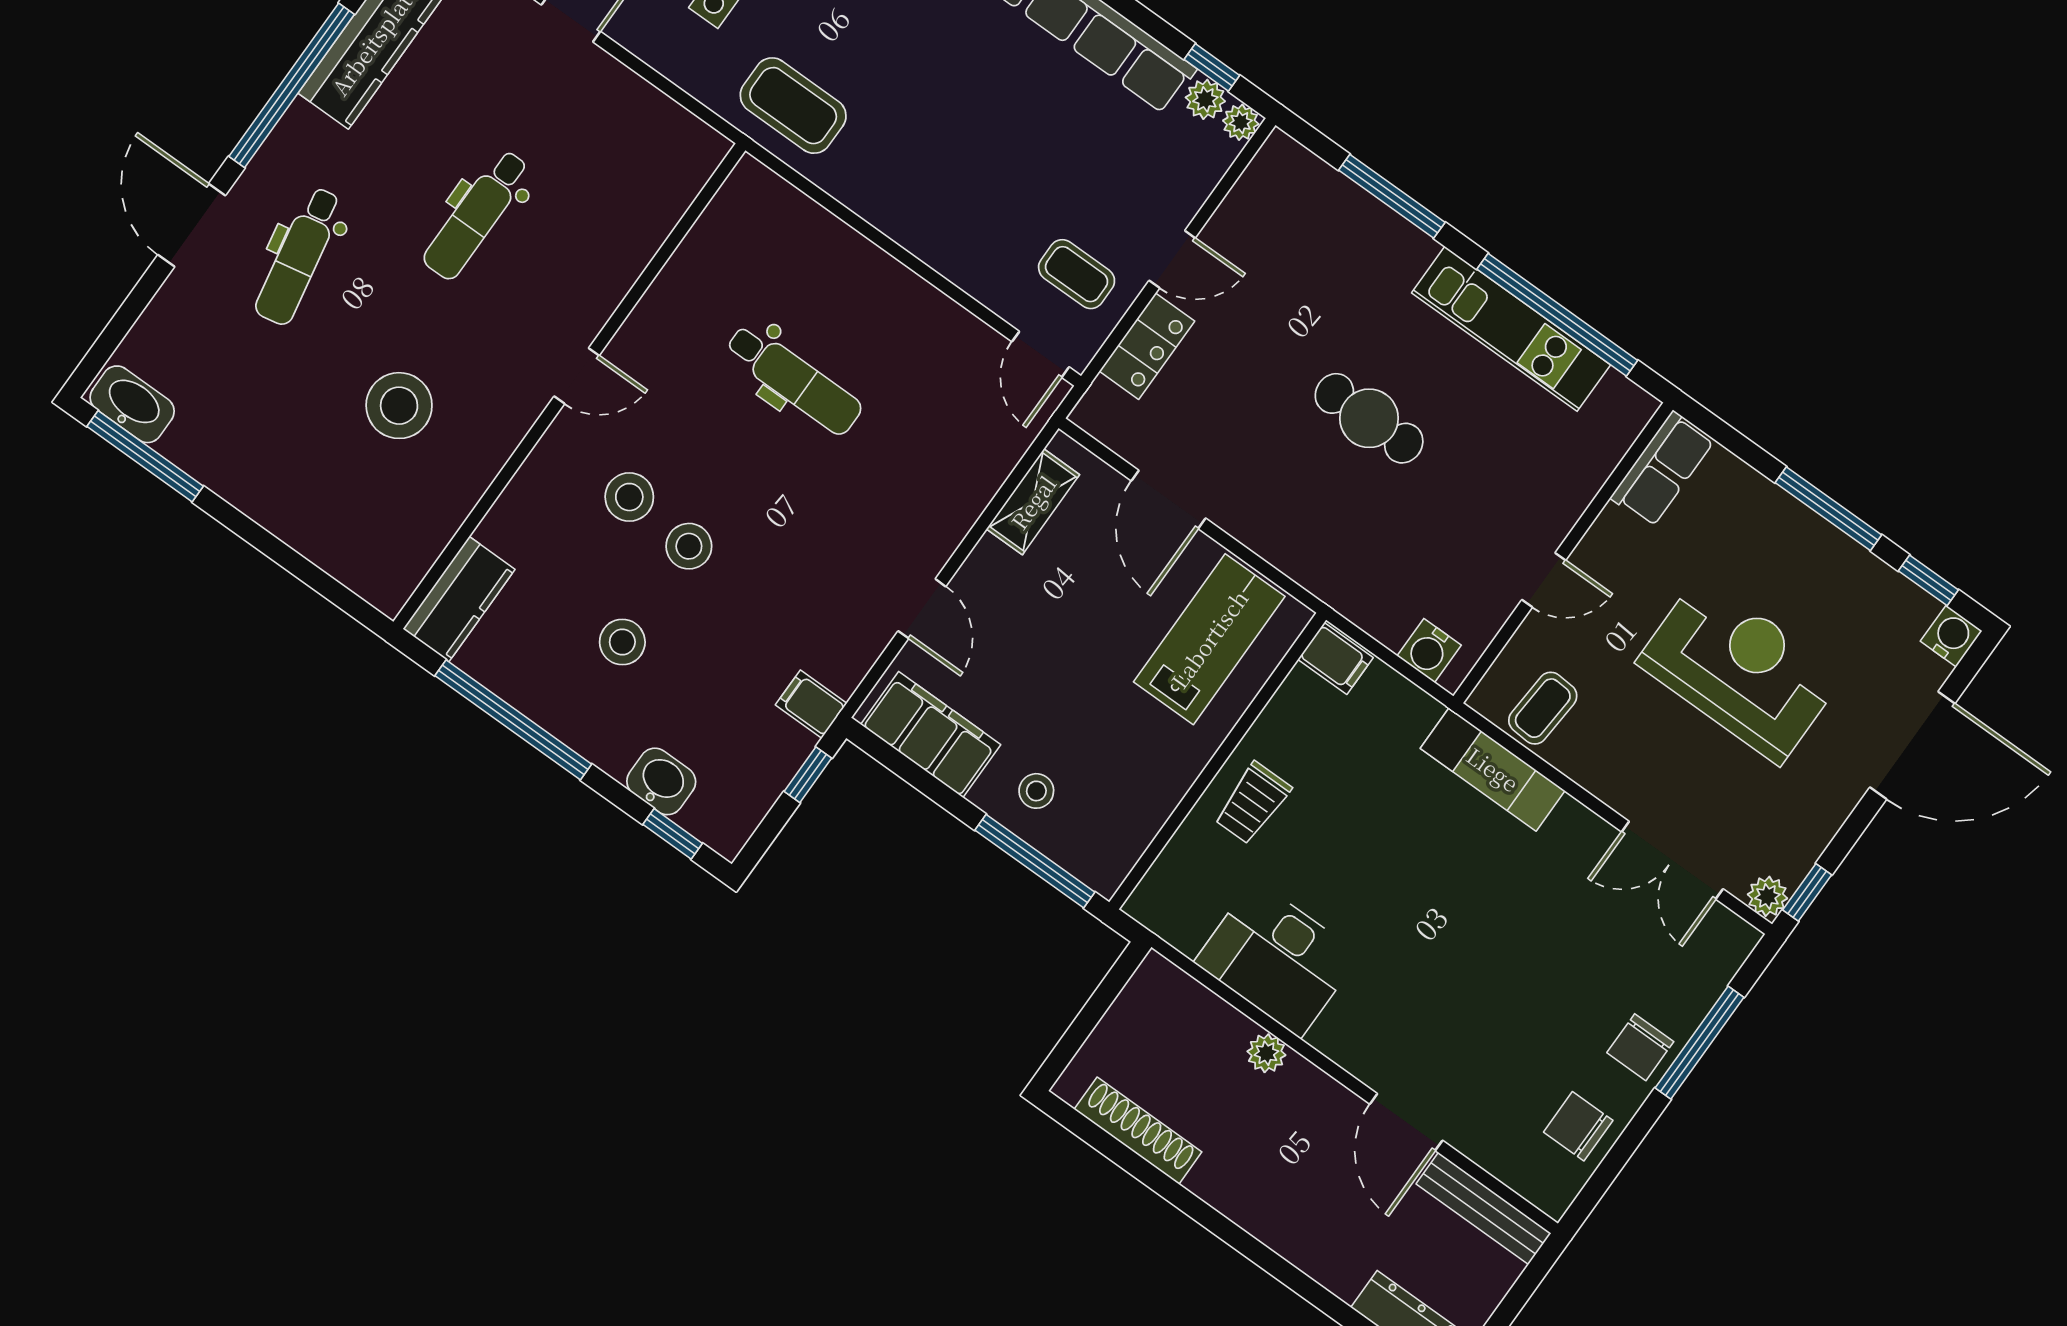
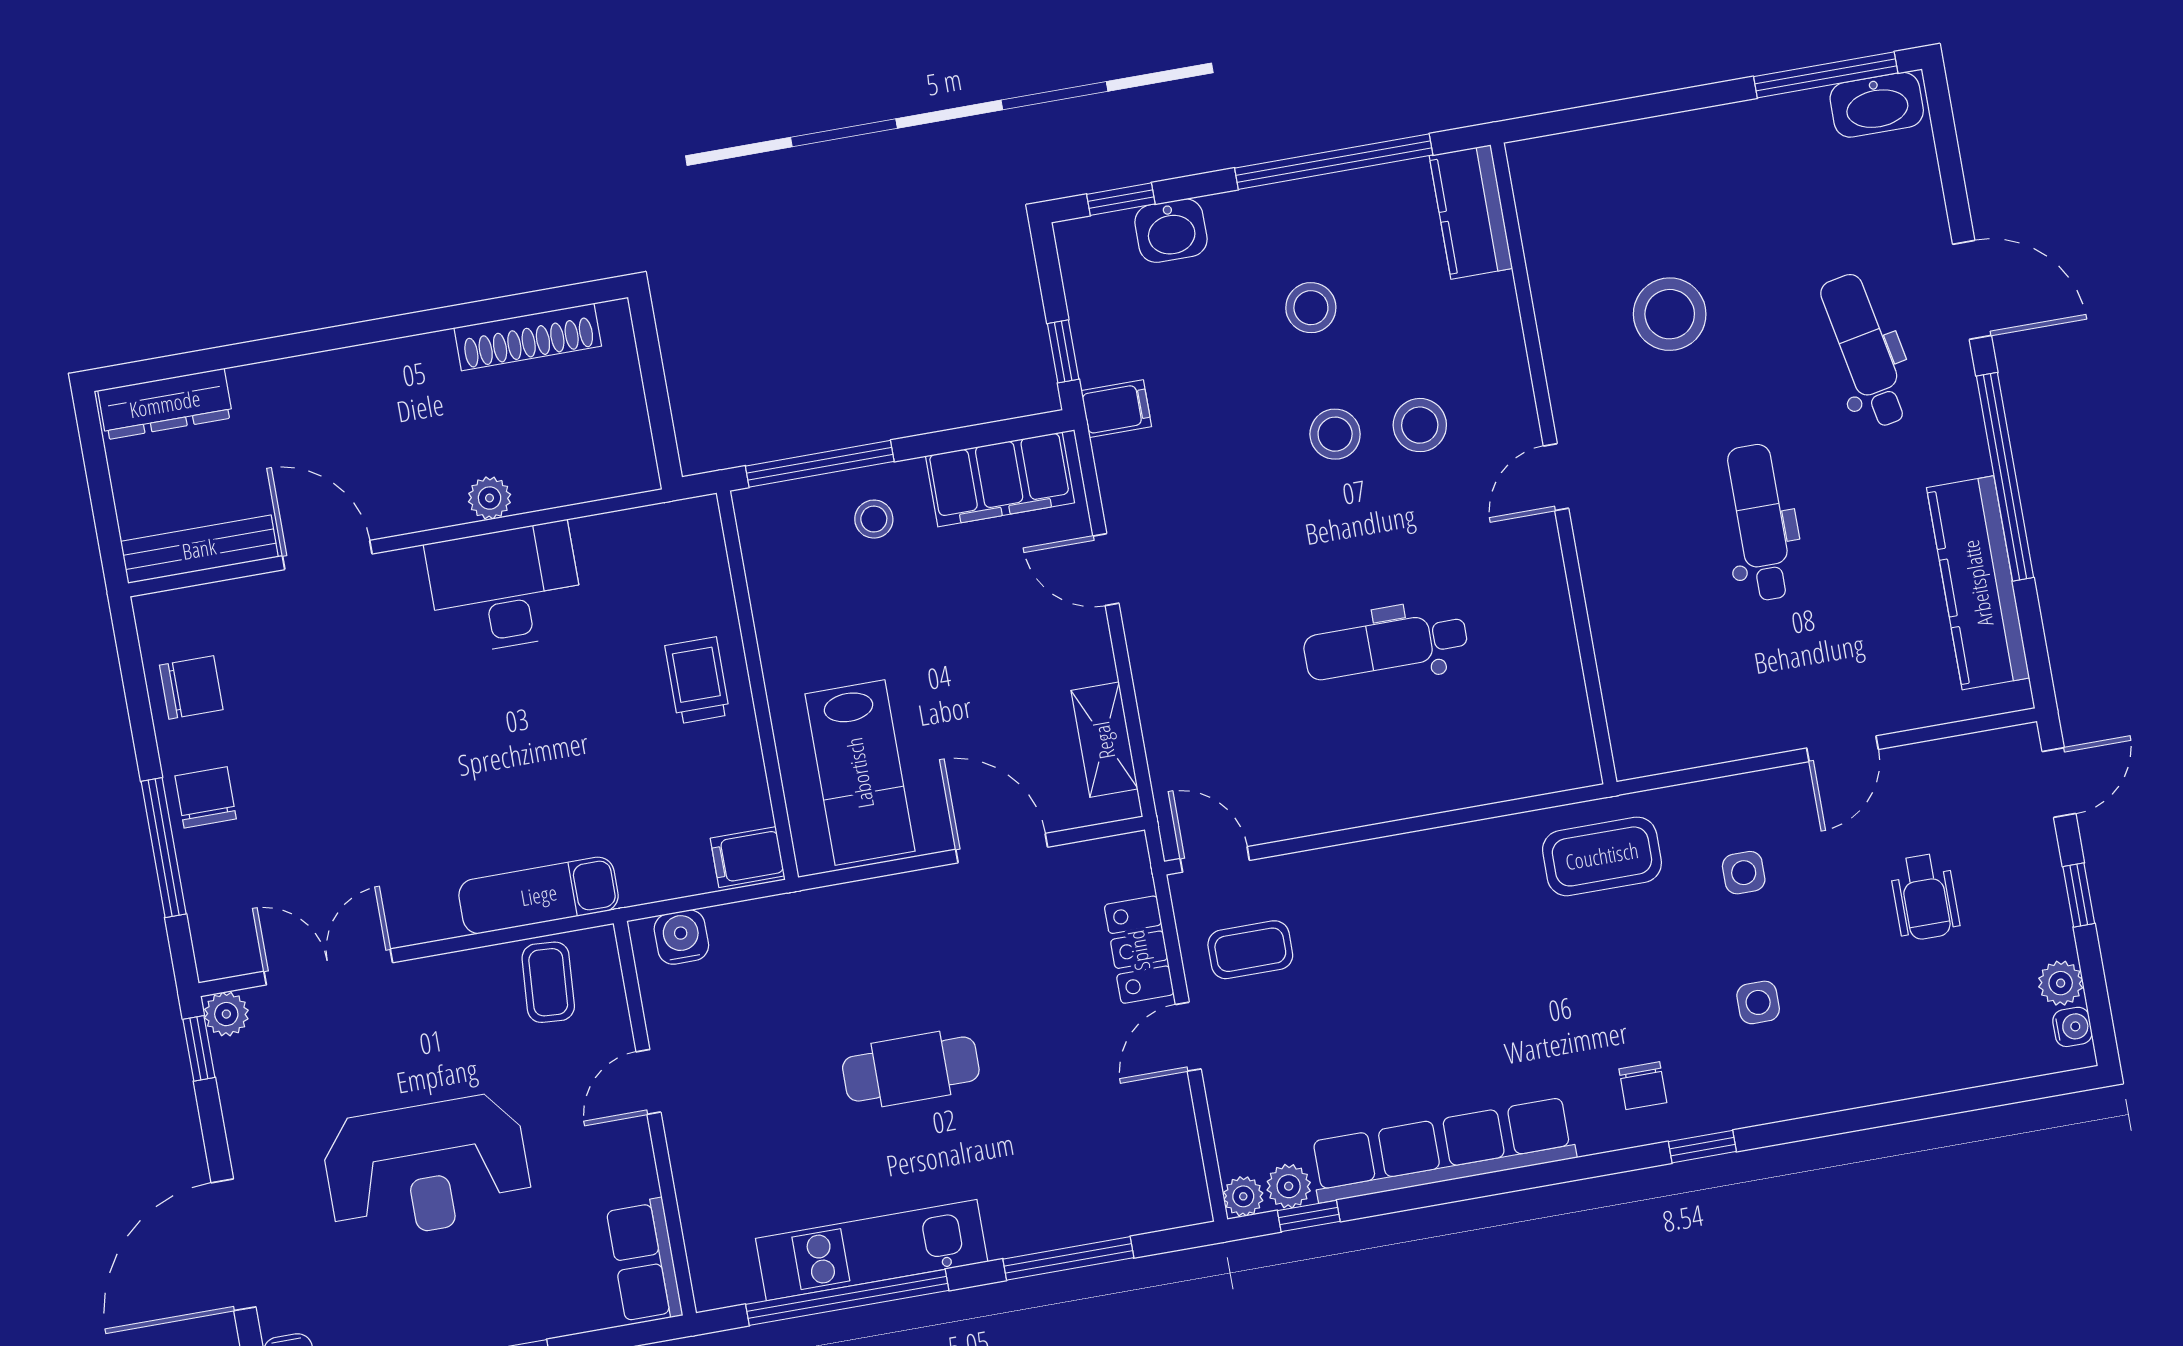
desk: (1277, 958) -> (505, 588), moved

